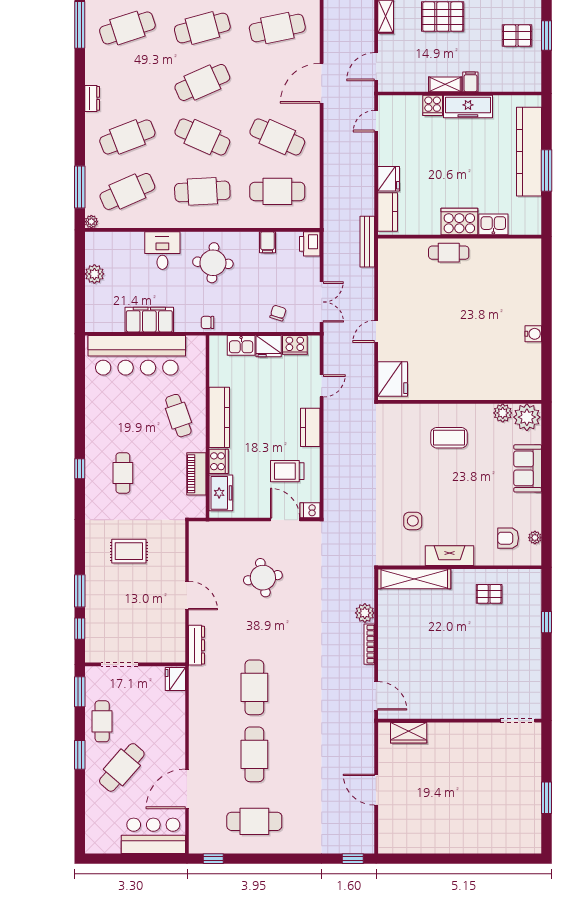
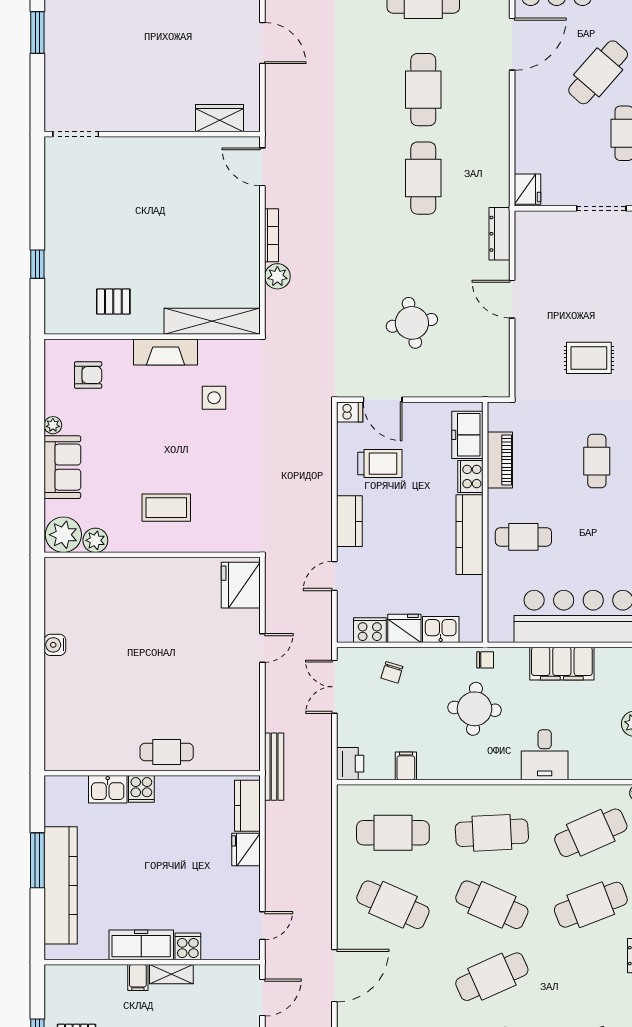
cooker: (459, 222) -> (141, 789), width x0.53, depth x0.76
round table: (213, 263) -> (475, 709), moved
cafe table: (178, 416) -> (523, 537), turned -71
plant: (535, 538) -> (53, 425), moved

